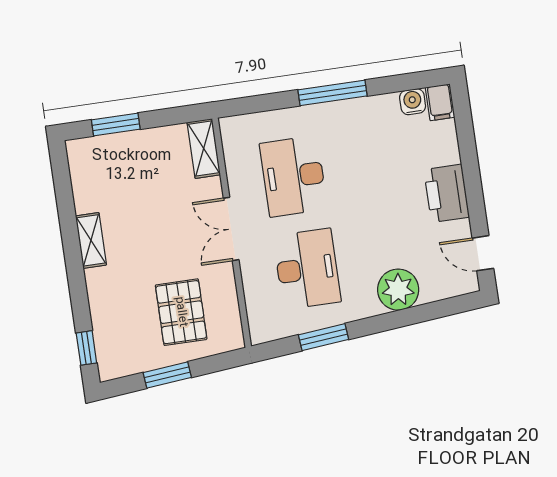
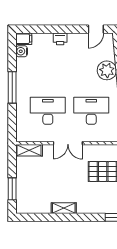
desk: (294, 176) -> (48, 111), turned 180
printer: (447, 193) -> (60, 39), width x0.53, depth x0.68

